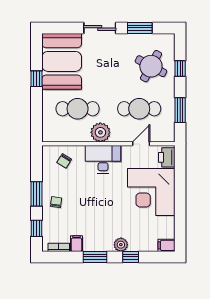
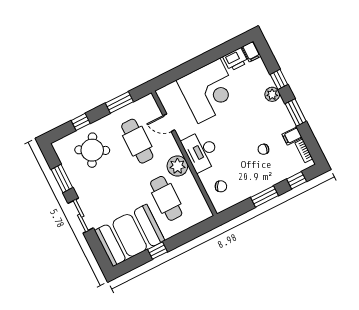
printer: (167, 157) -> (235, 59), moved
chair: (56, 202) -> (263, 149), moved

